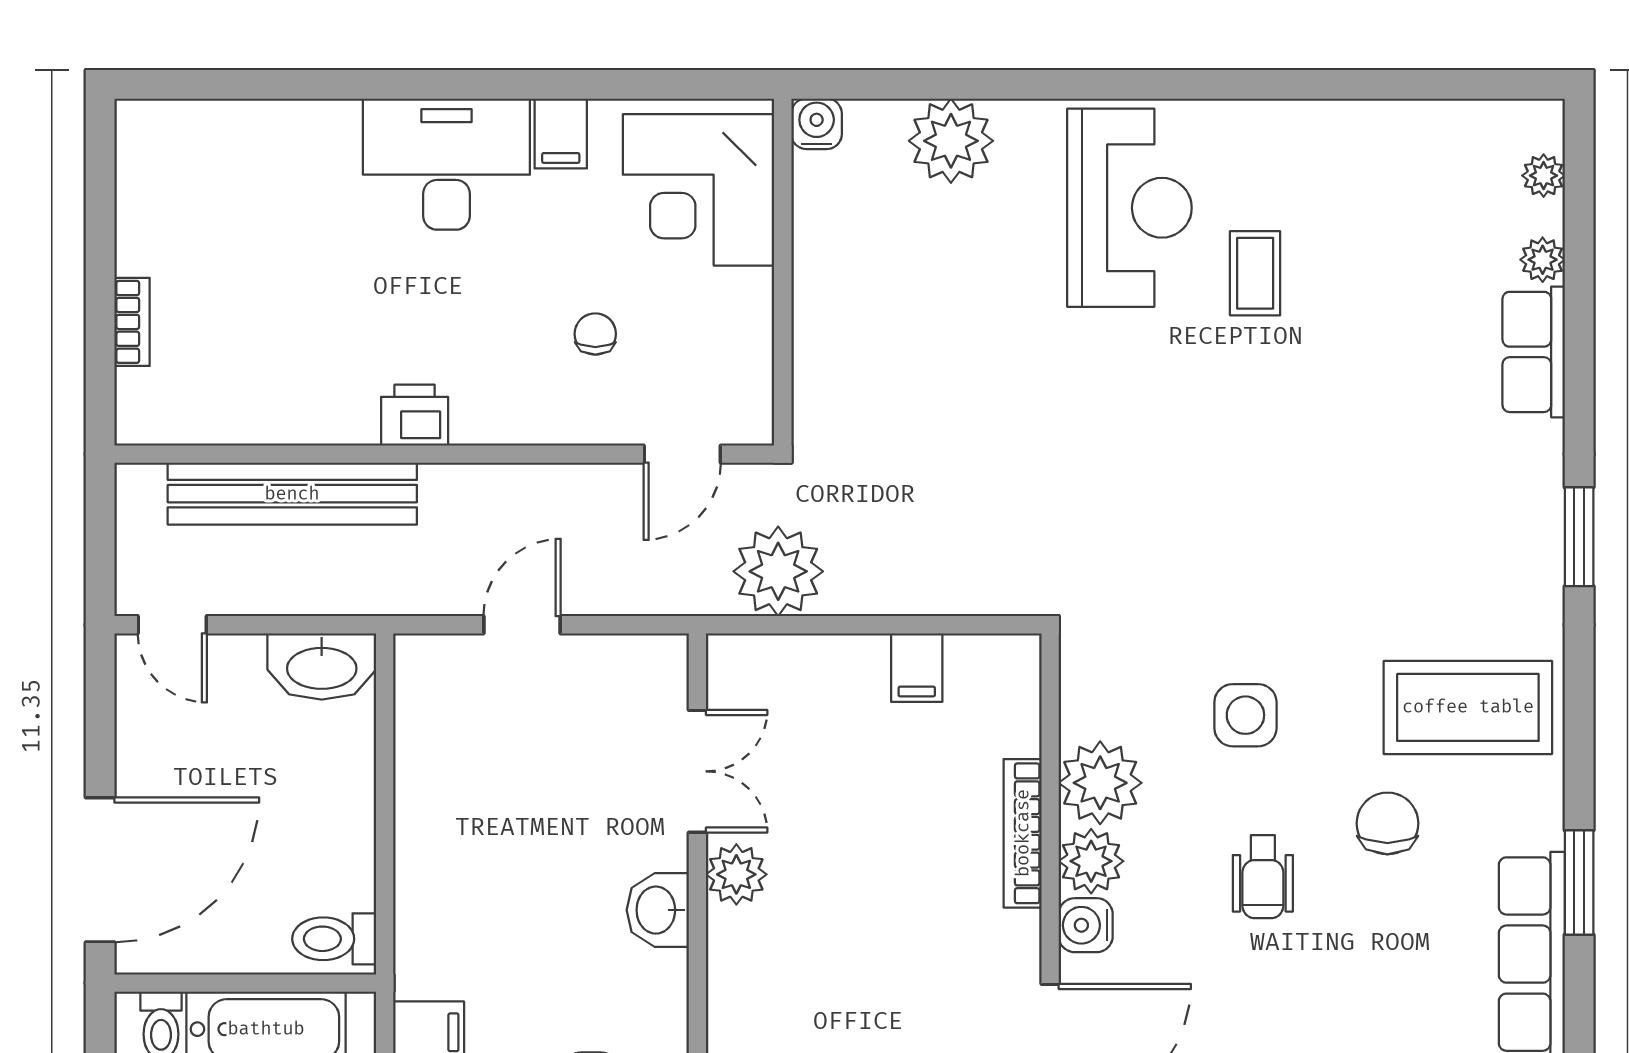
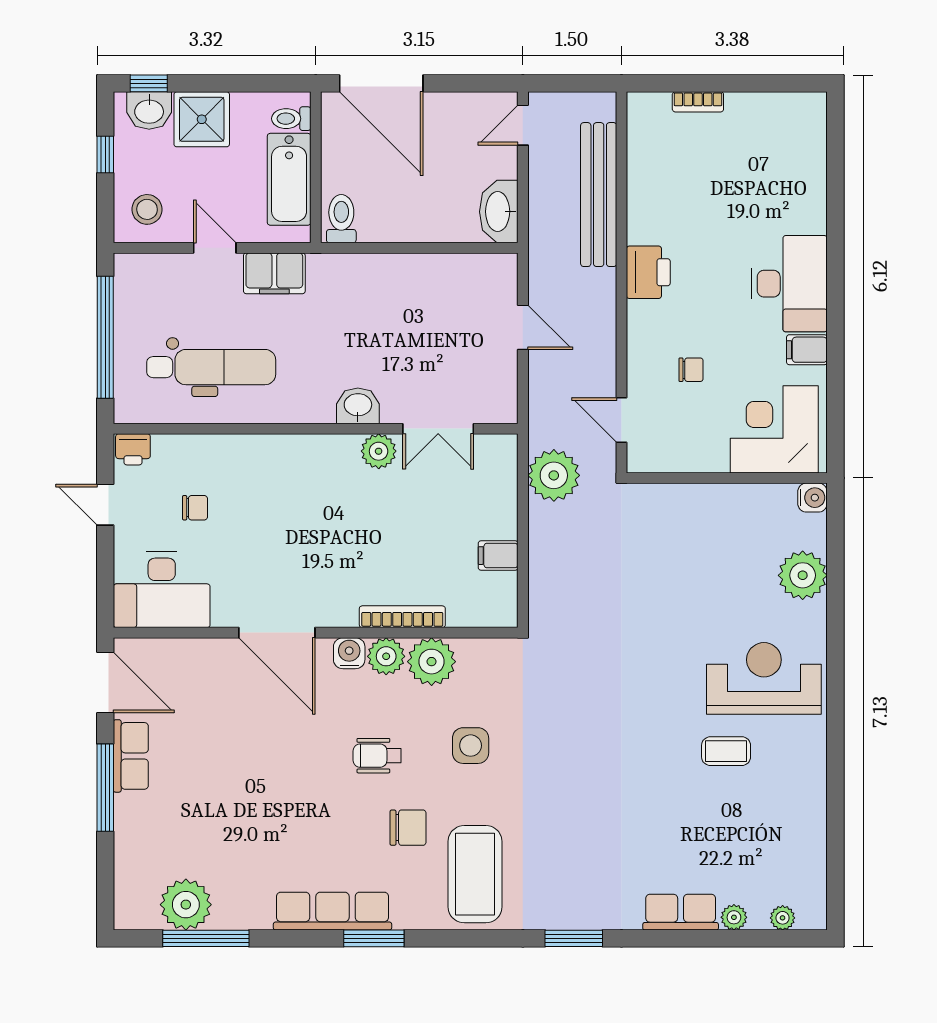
reception desk: (1129, 208) -> (764, 678), turned 180
printer: (415, 415) -> (648, 272), width x1.36, depth x1.24

